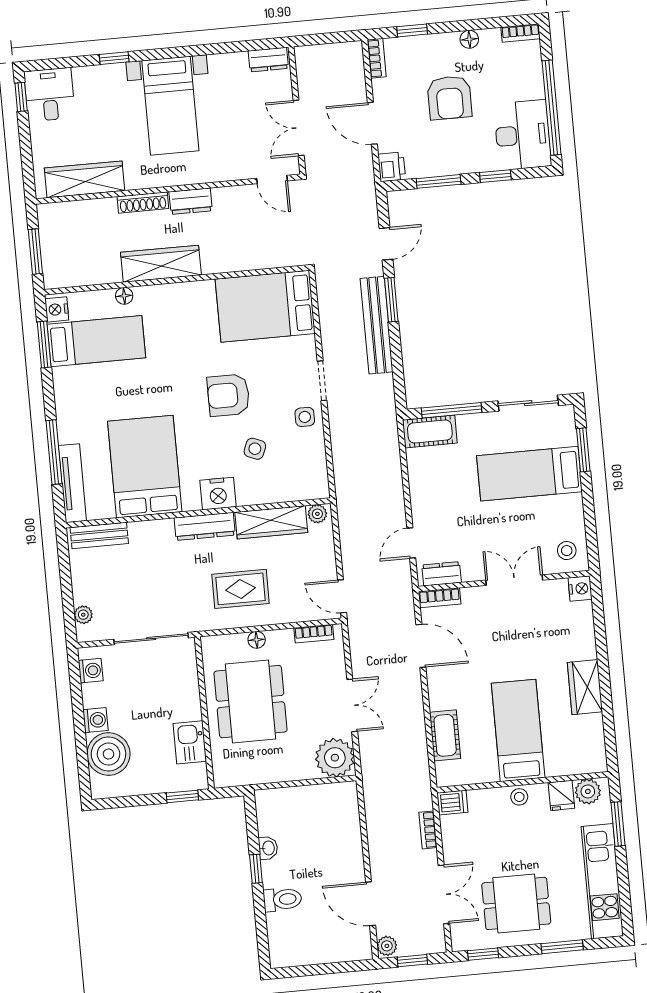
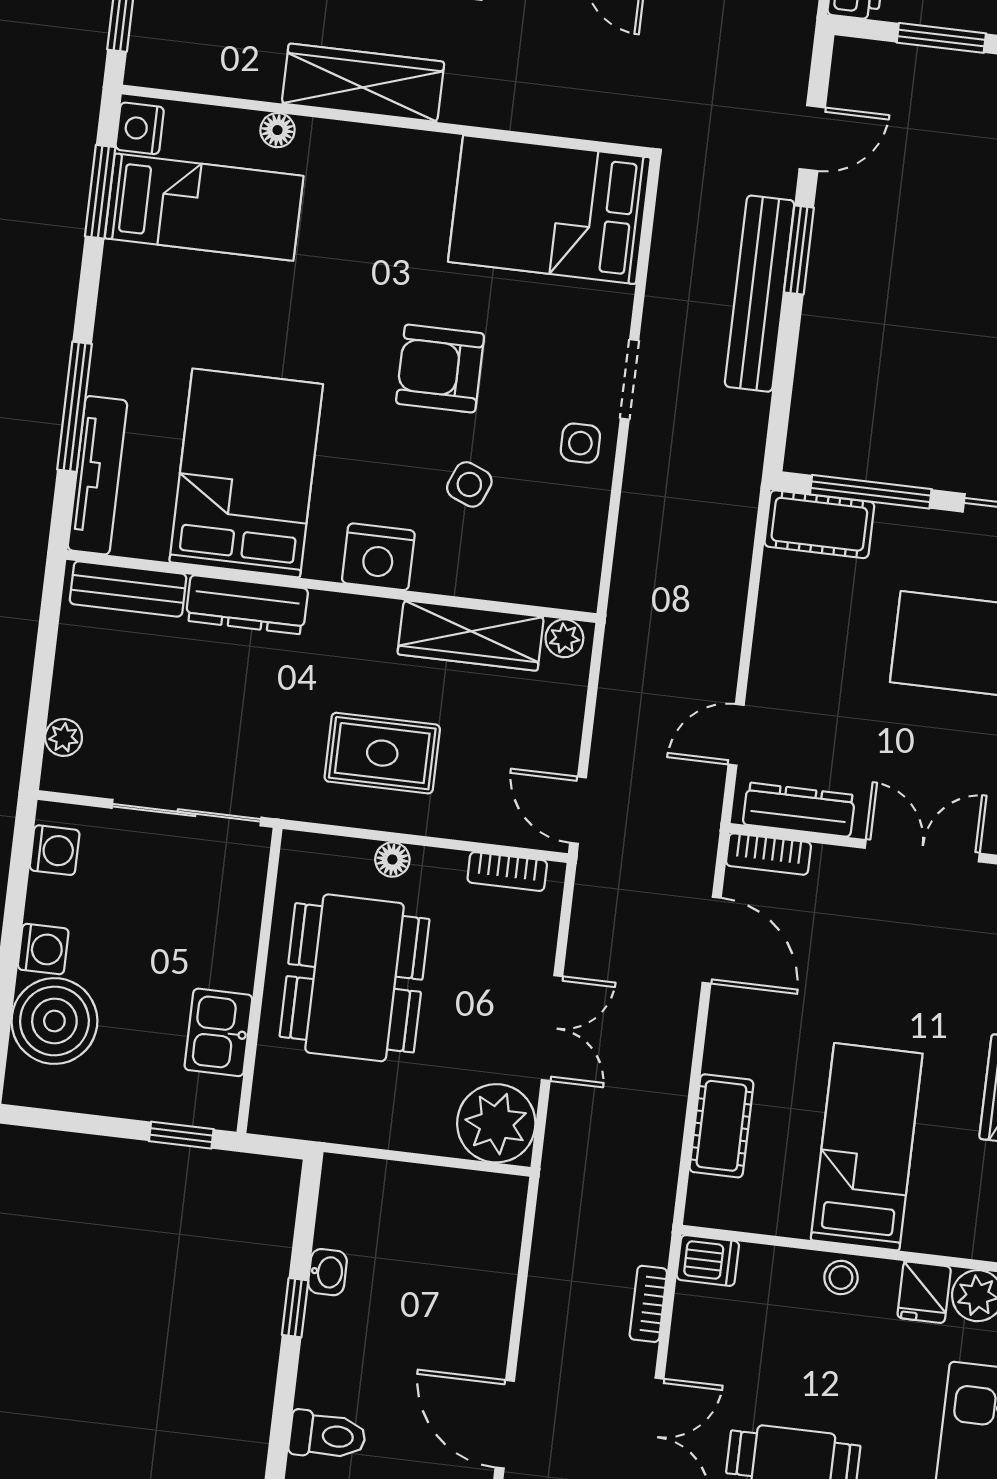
dresser: (205, 526) -> (247, 605), moved
dresser: (442, 574) -> (799, 810), width x1.44
toilet: (283, 899) -> (327, 1435), moved

